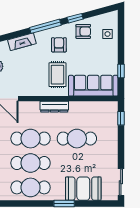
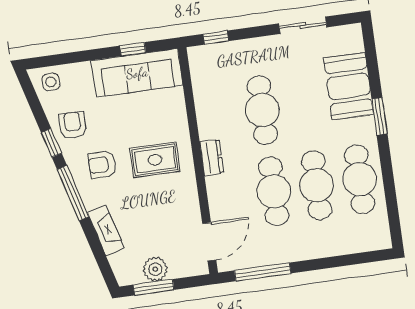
side table: (107, 34) -> (51, 82), moved
sofa: (93, 86) -> (137, 73), moved, turned -90
dresser: (54, 107) -> (212, 157), width x0.70
sliding door: (121, 182) -> (303, 25), moved

